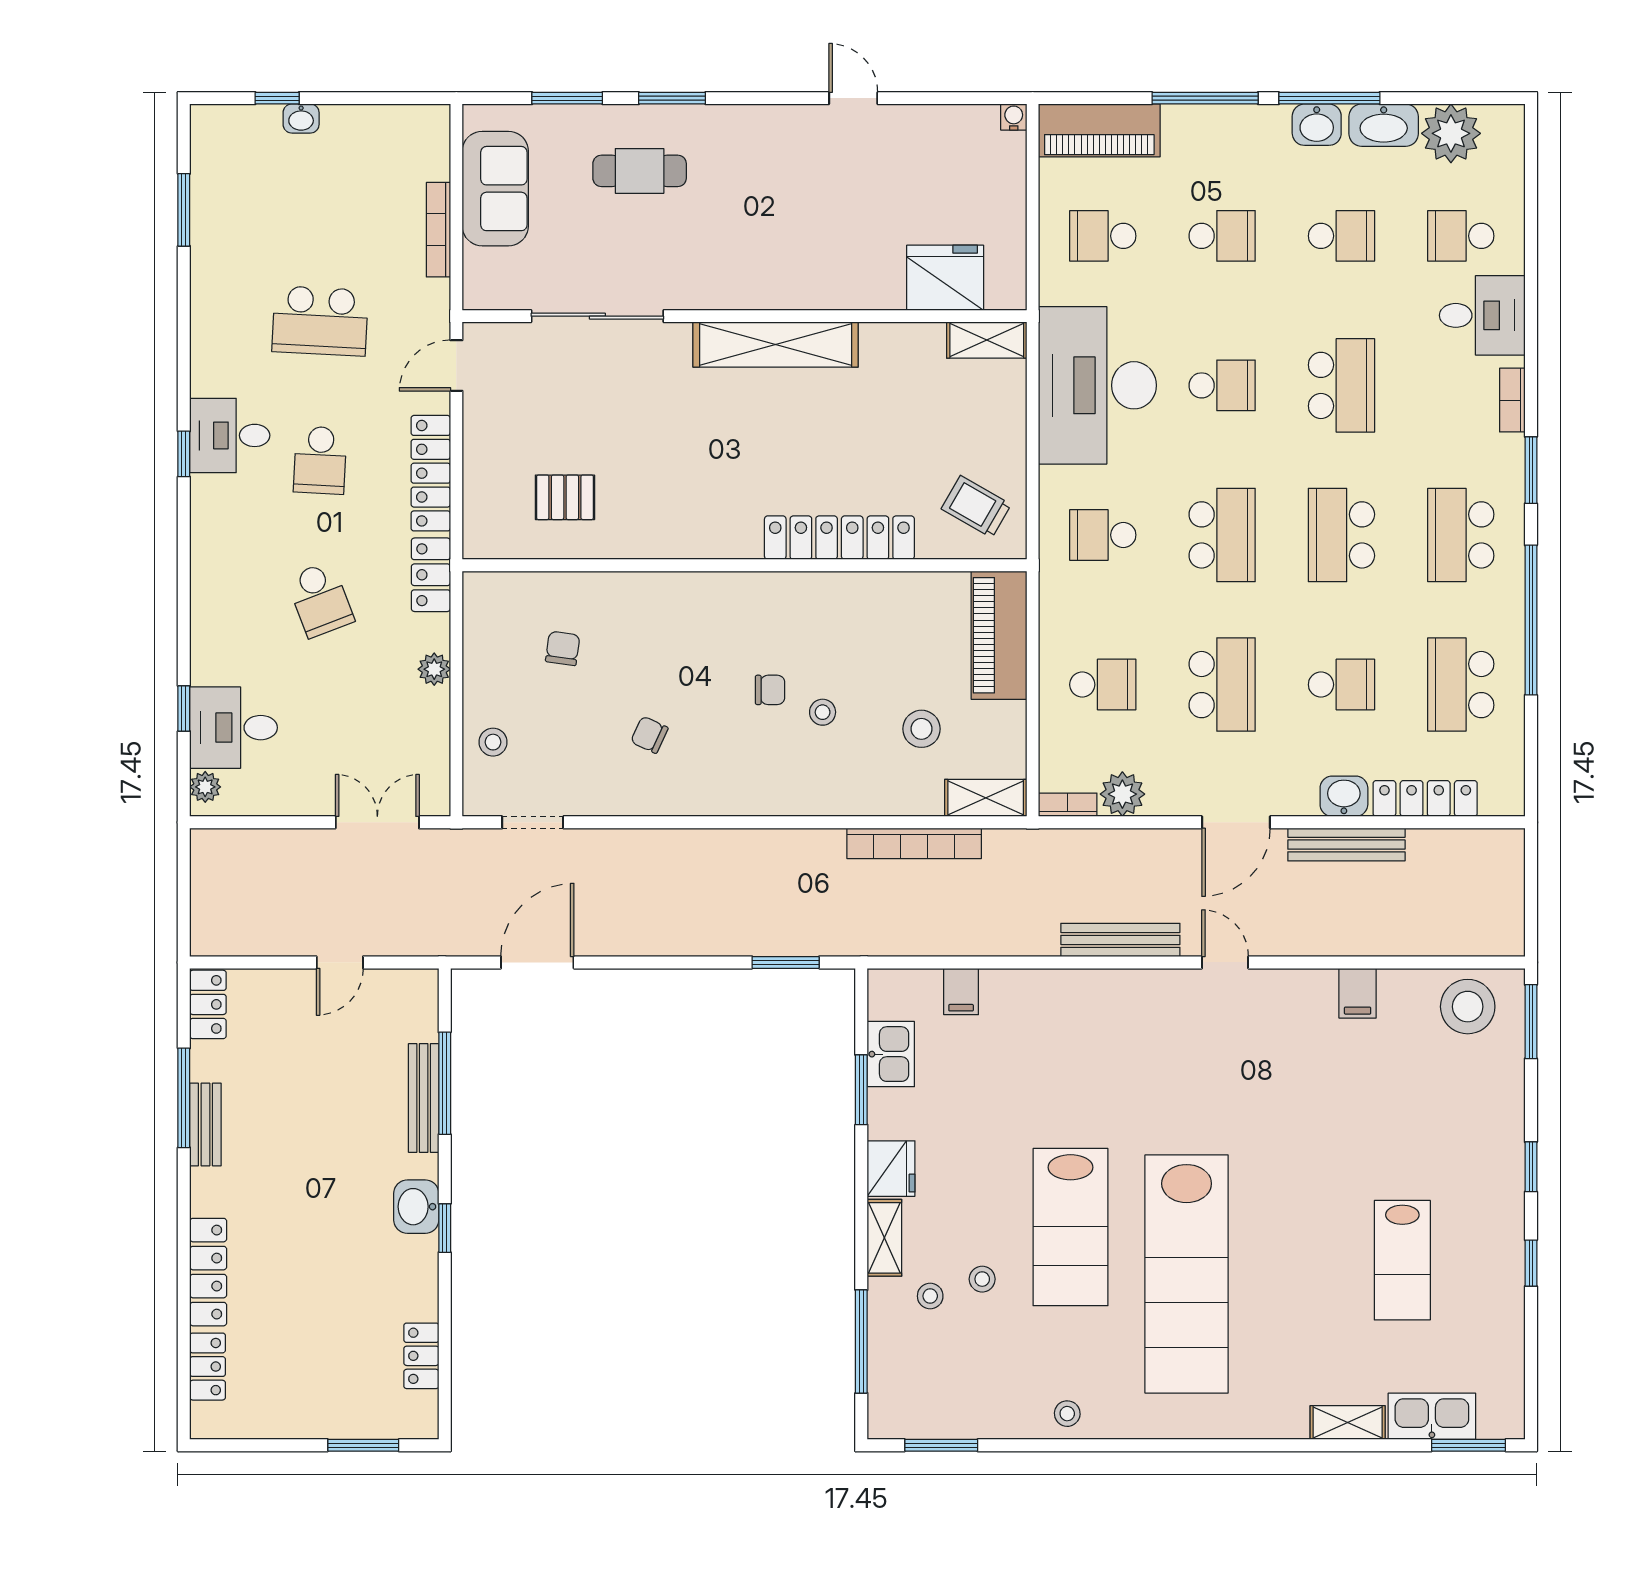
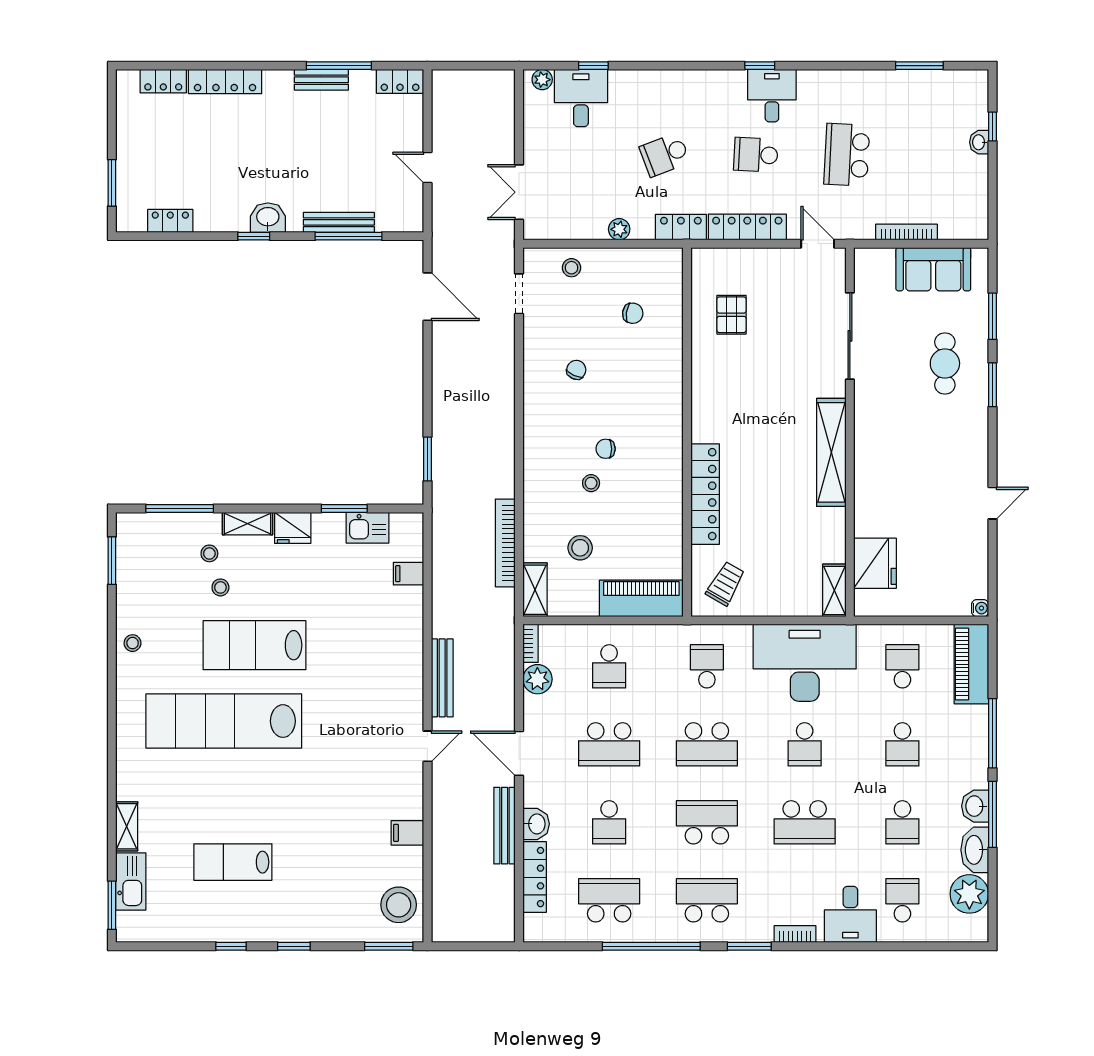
chair: (770, 690) -> (606, 449), turned 90
double door: (377, 822) -> (519, 192), swing flipped

